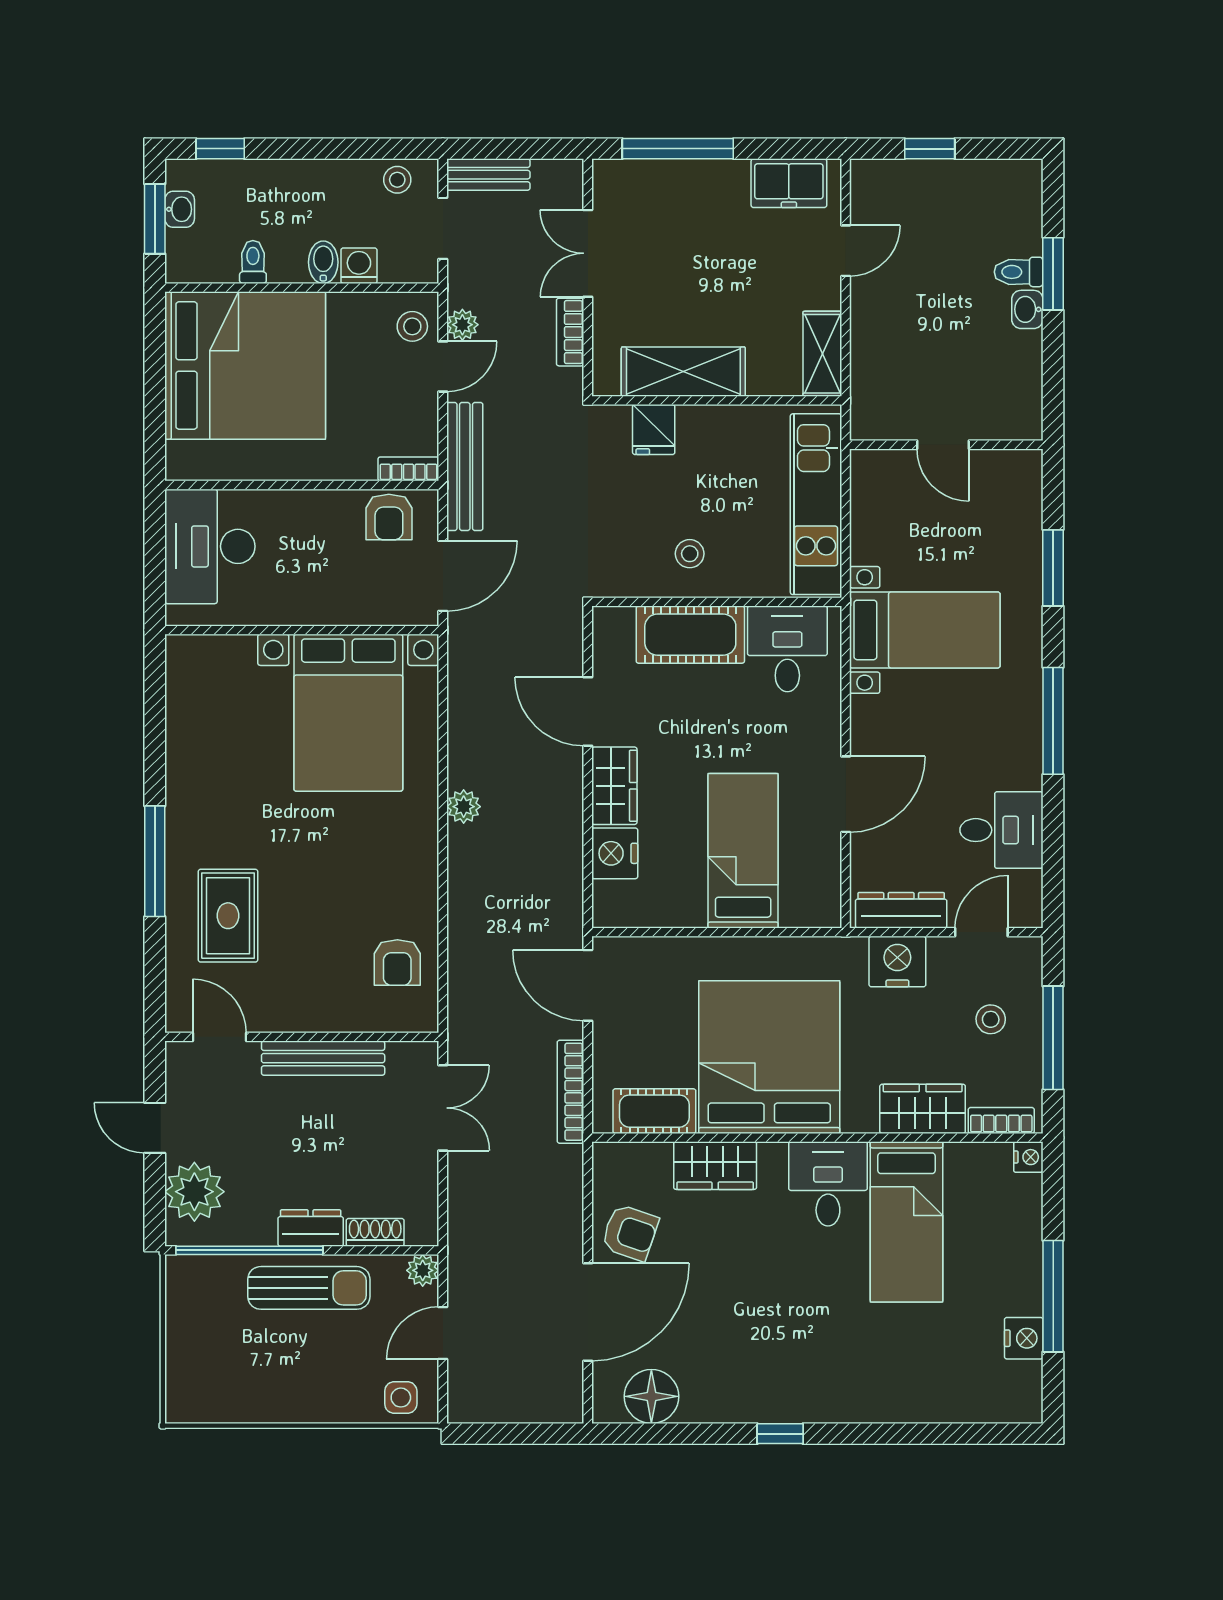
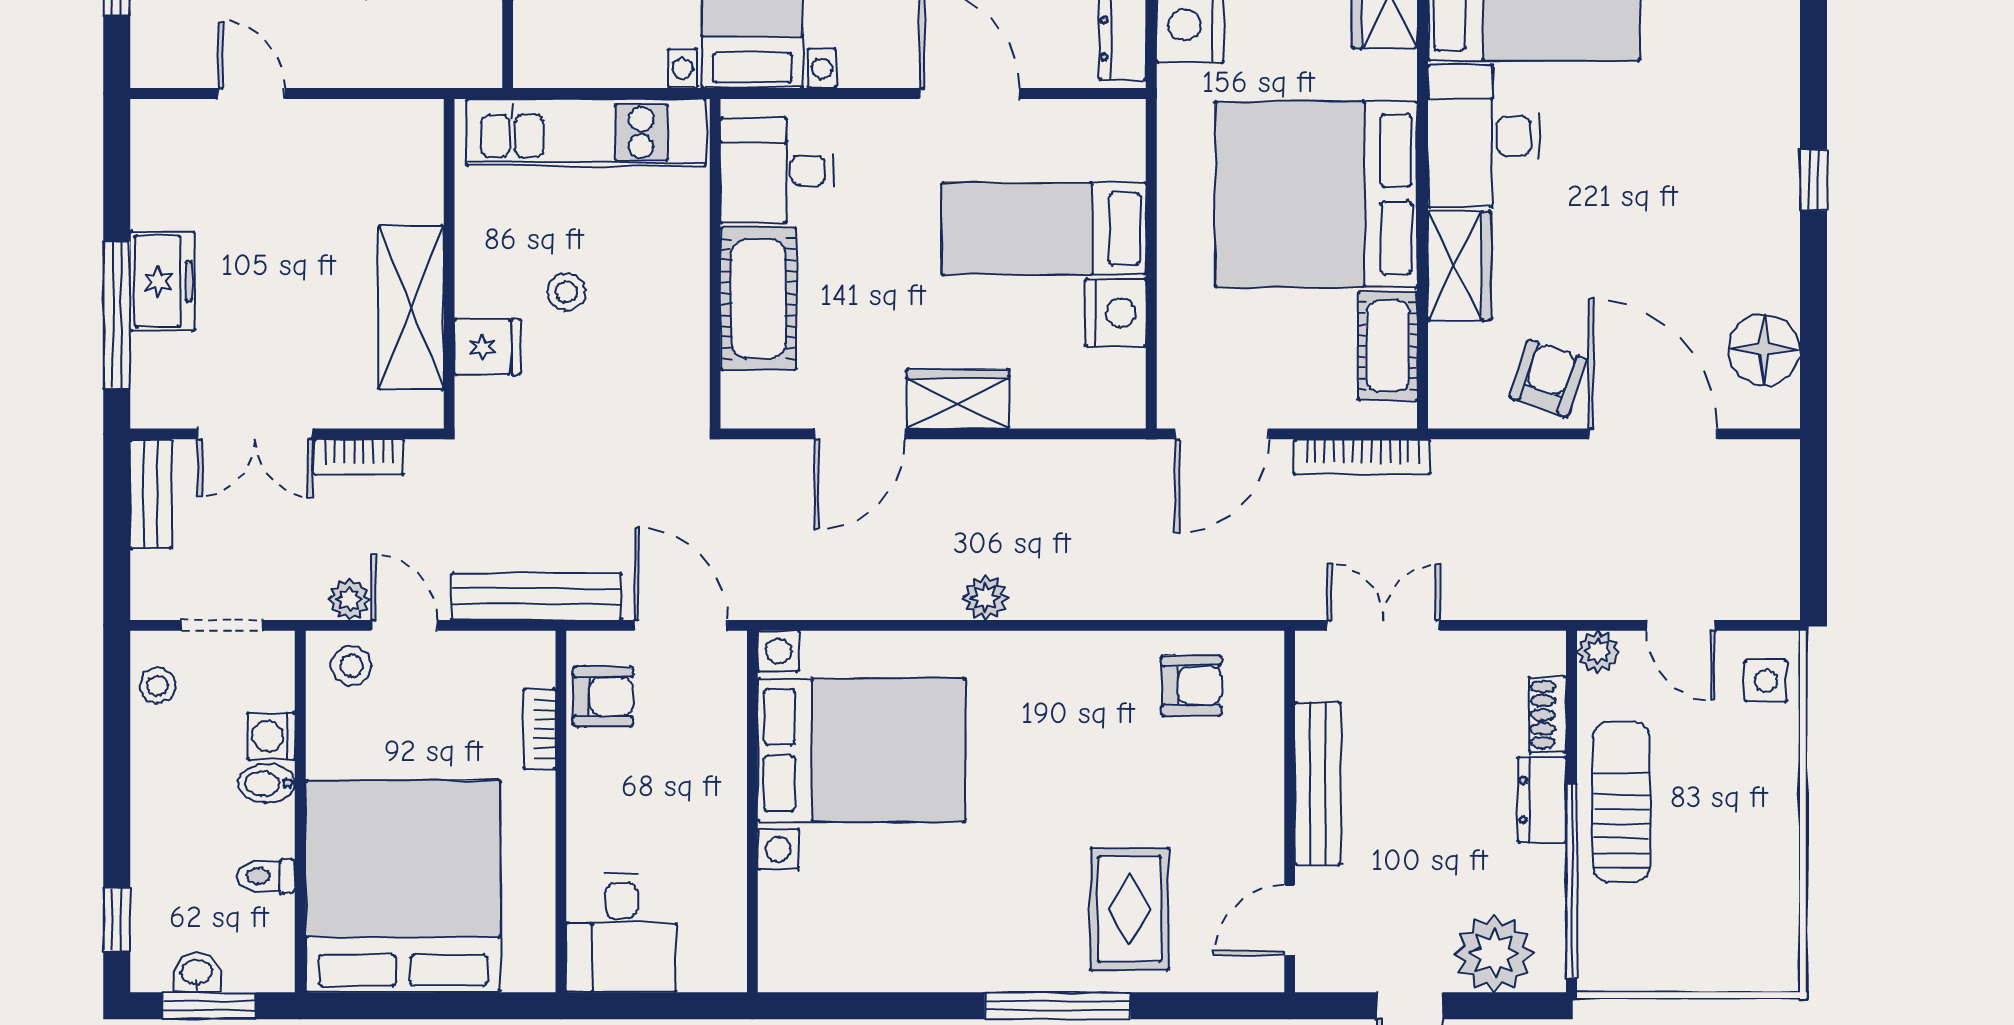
bench: (488, 175) -> (151, 494), moved
freezer: (789, 183) -> (162, 281), moved
shelving: (822, 354) -> (388, 124), removed
bookcase: (408, 469) -> (540, 729), moved
desk: (210, 546) -> (621, 933), width x0.73
stool: (690, 554) -> (567, 292), moved
nightstand: (615, 853) -> (1116, 313), moved, turned -90
rug: (228, 916) -> (1130, 909), turned 90
desk: (828, 1184) -> (1484, 136), width x1.37

